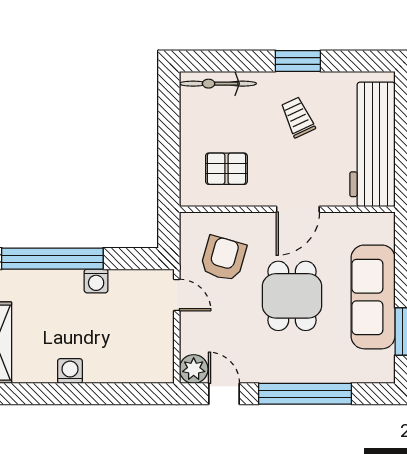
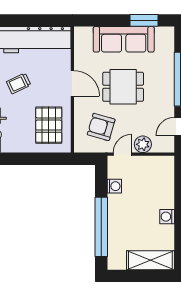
pallet: (226, 169) -> (49, 125), width x1.50, depth x1.42
washing machine: (96, 281) -> (114, 186), moved
plant: (194, 369) -> (143, 144), moved

